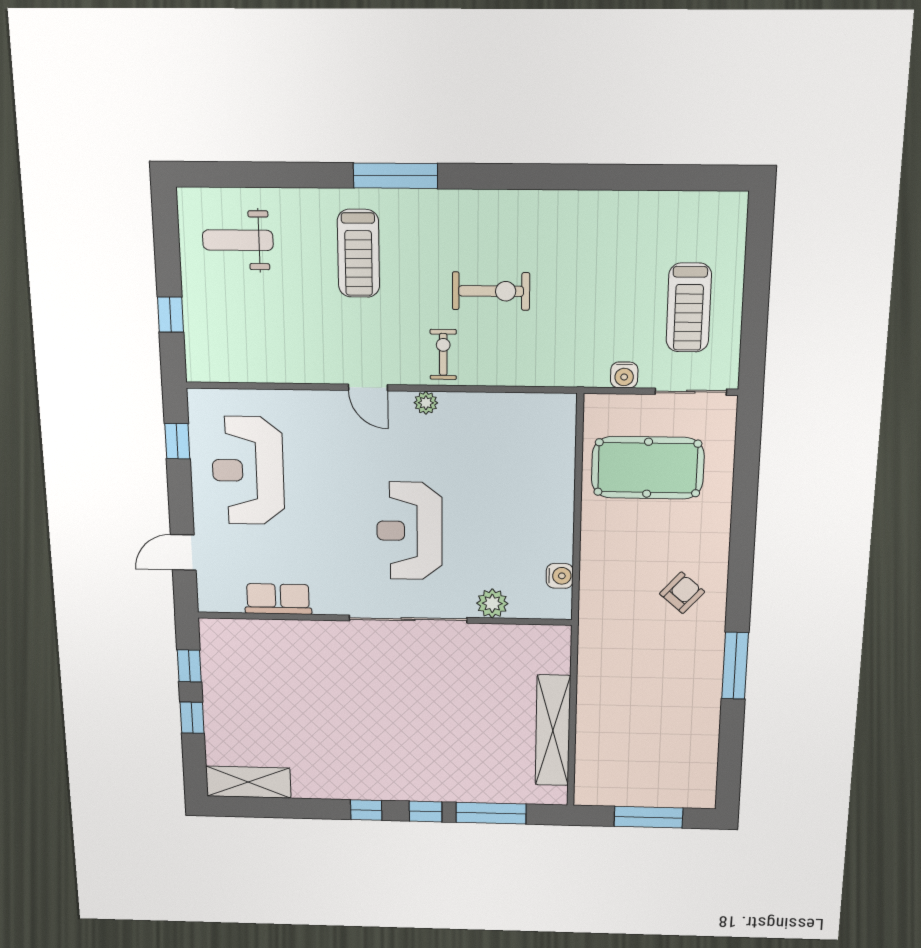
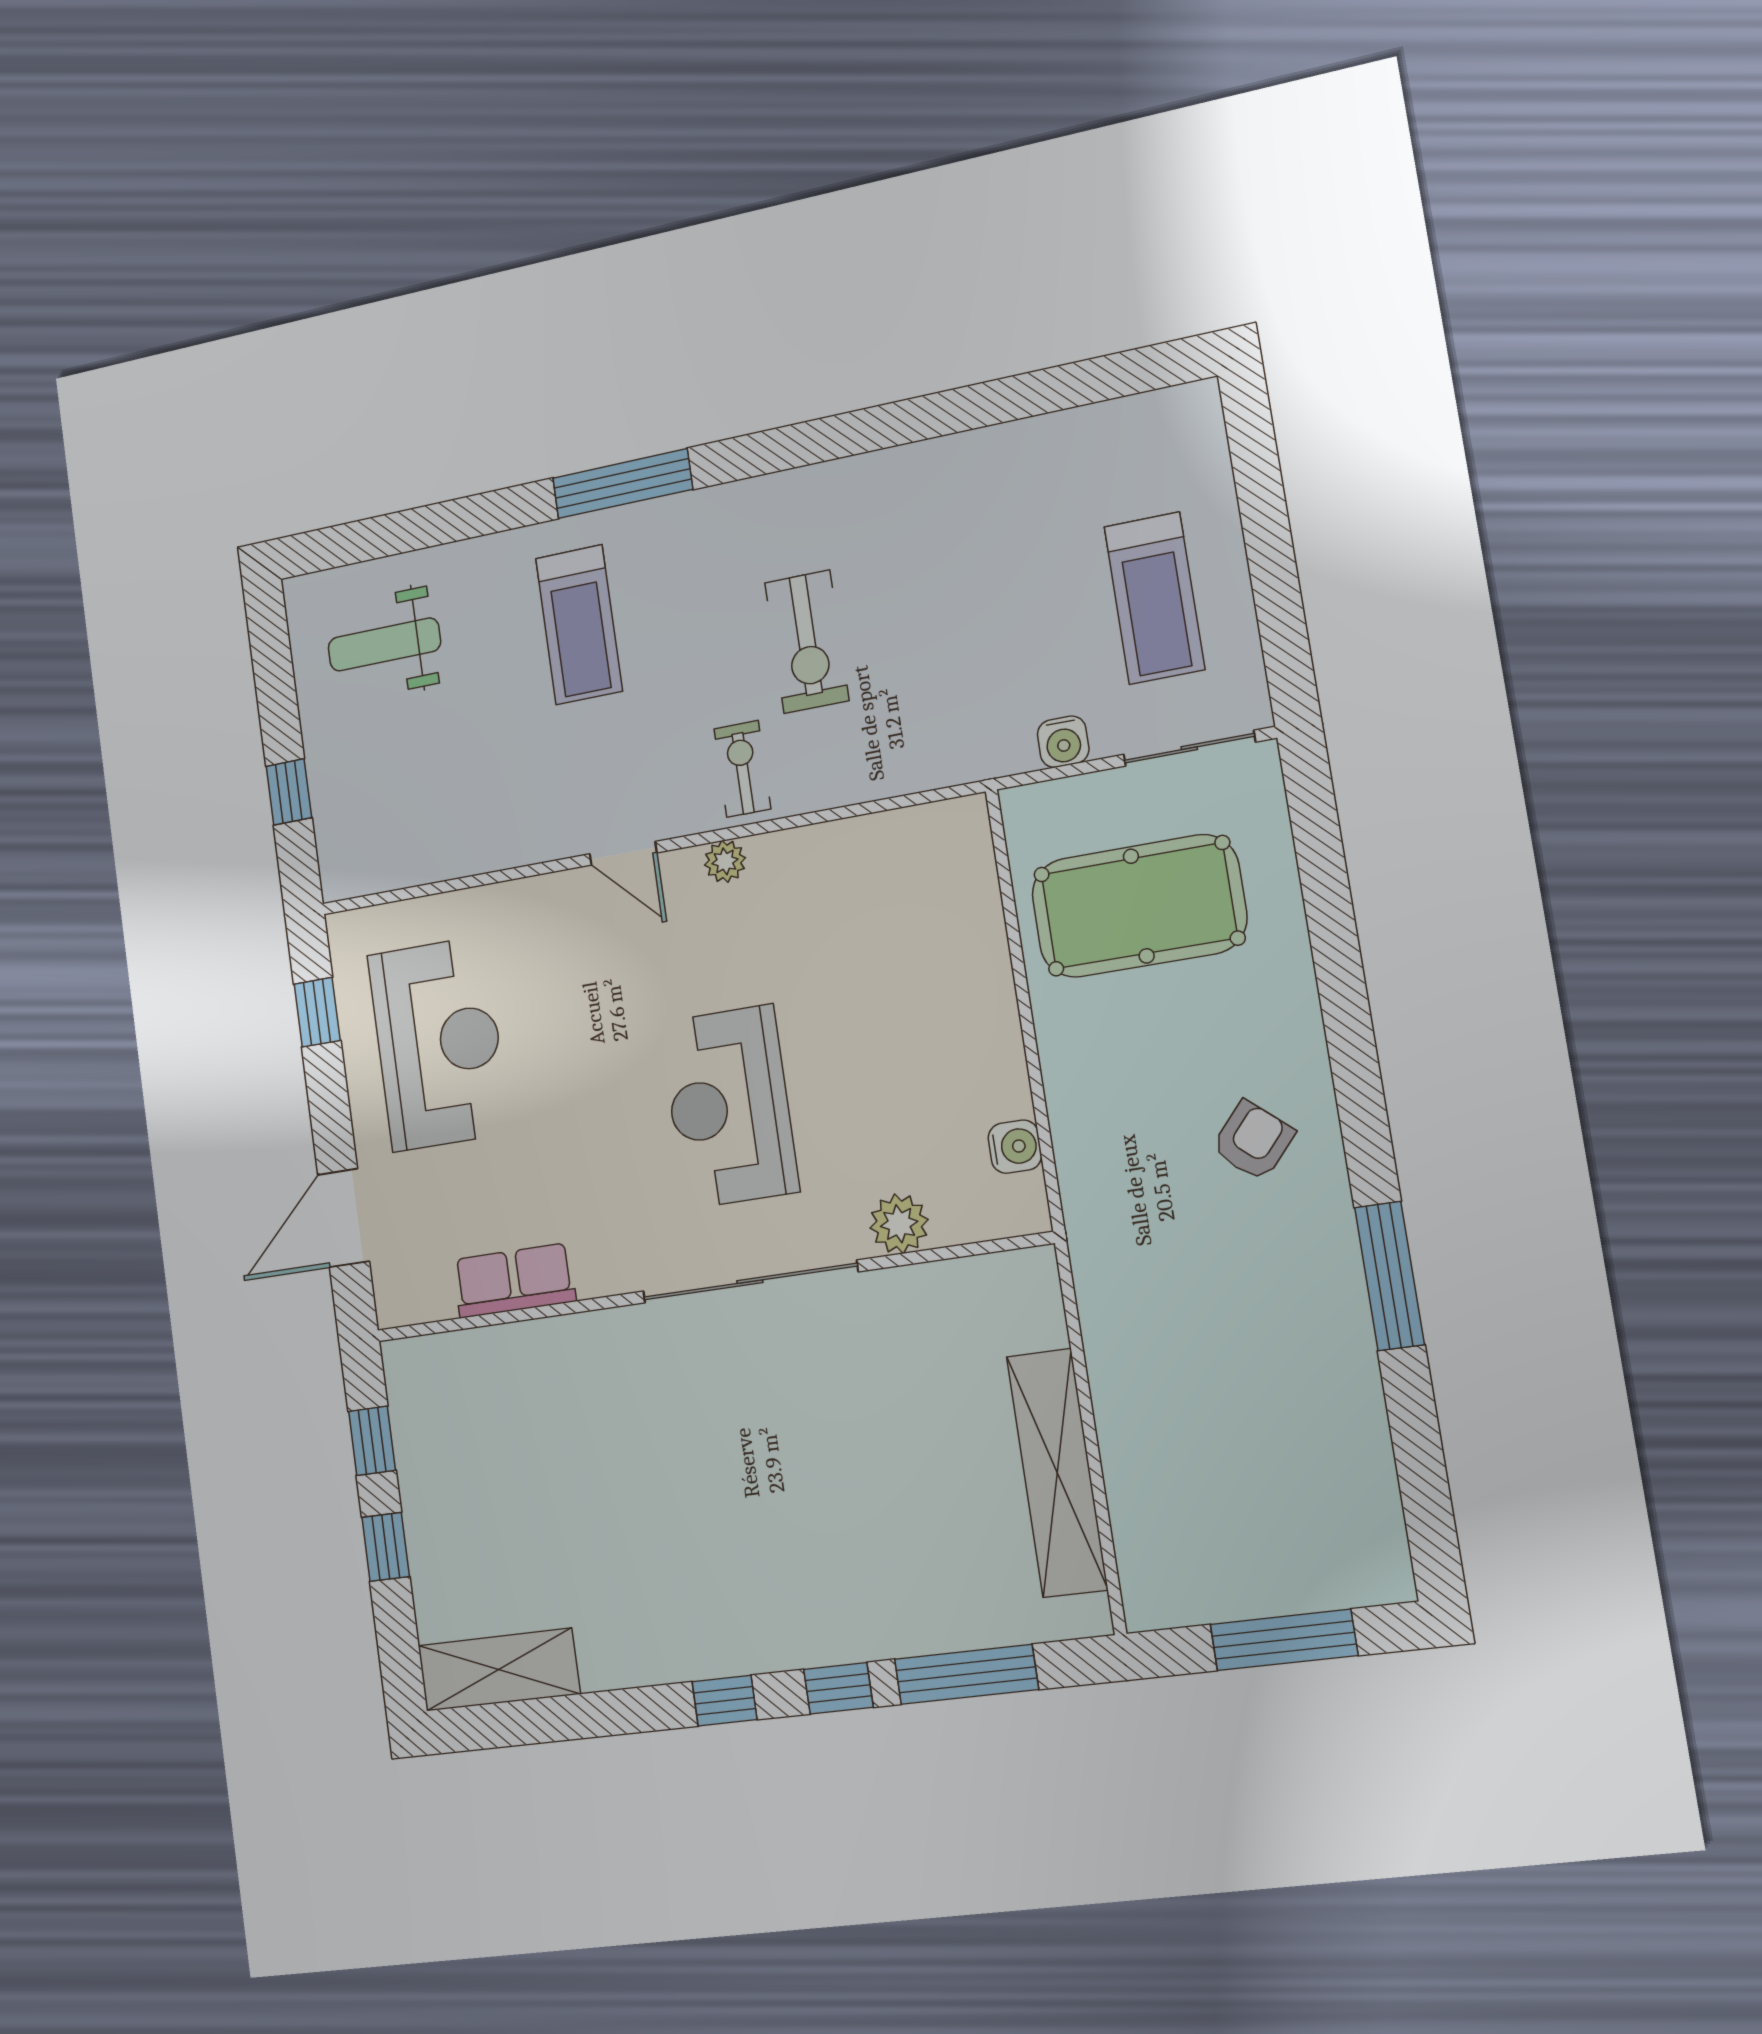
exercise bike: (491, 291) -> (807, 642), turned 90
reception desk: (248, 471) -> (439, 1044), turned 180
door: (183, 552) -> (343, 1218), width x1.38

